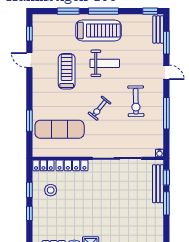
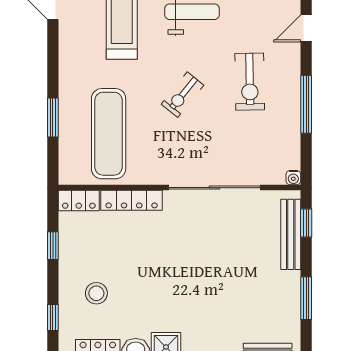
door: (166, 72) -> (306, 28), swing flipped
exercise mat: (60, 129) -> (109, 134), turned 90
stool: (51, 190) -> (96, 293), moved
window: (166, 203) -> (306, 298), moved
window: (29, 213) -> (53, 318), moved

